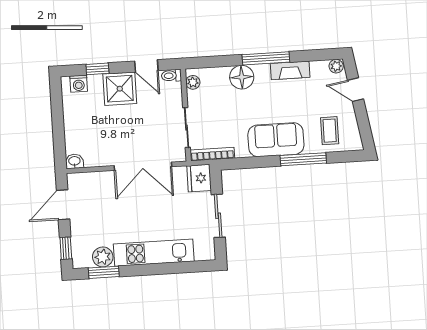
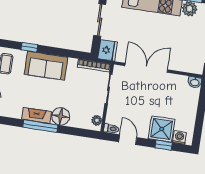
fireplace: (290, 70) -> (36, 115), moved
shower: (120, 89) -> (162, 129), moved
window: (303, 159) -> (29, 47), width x0.46

